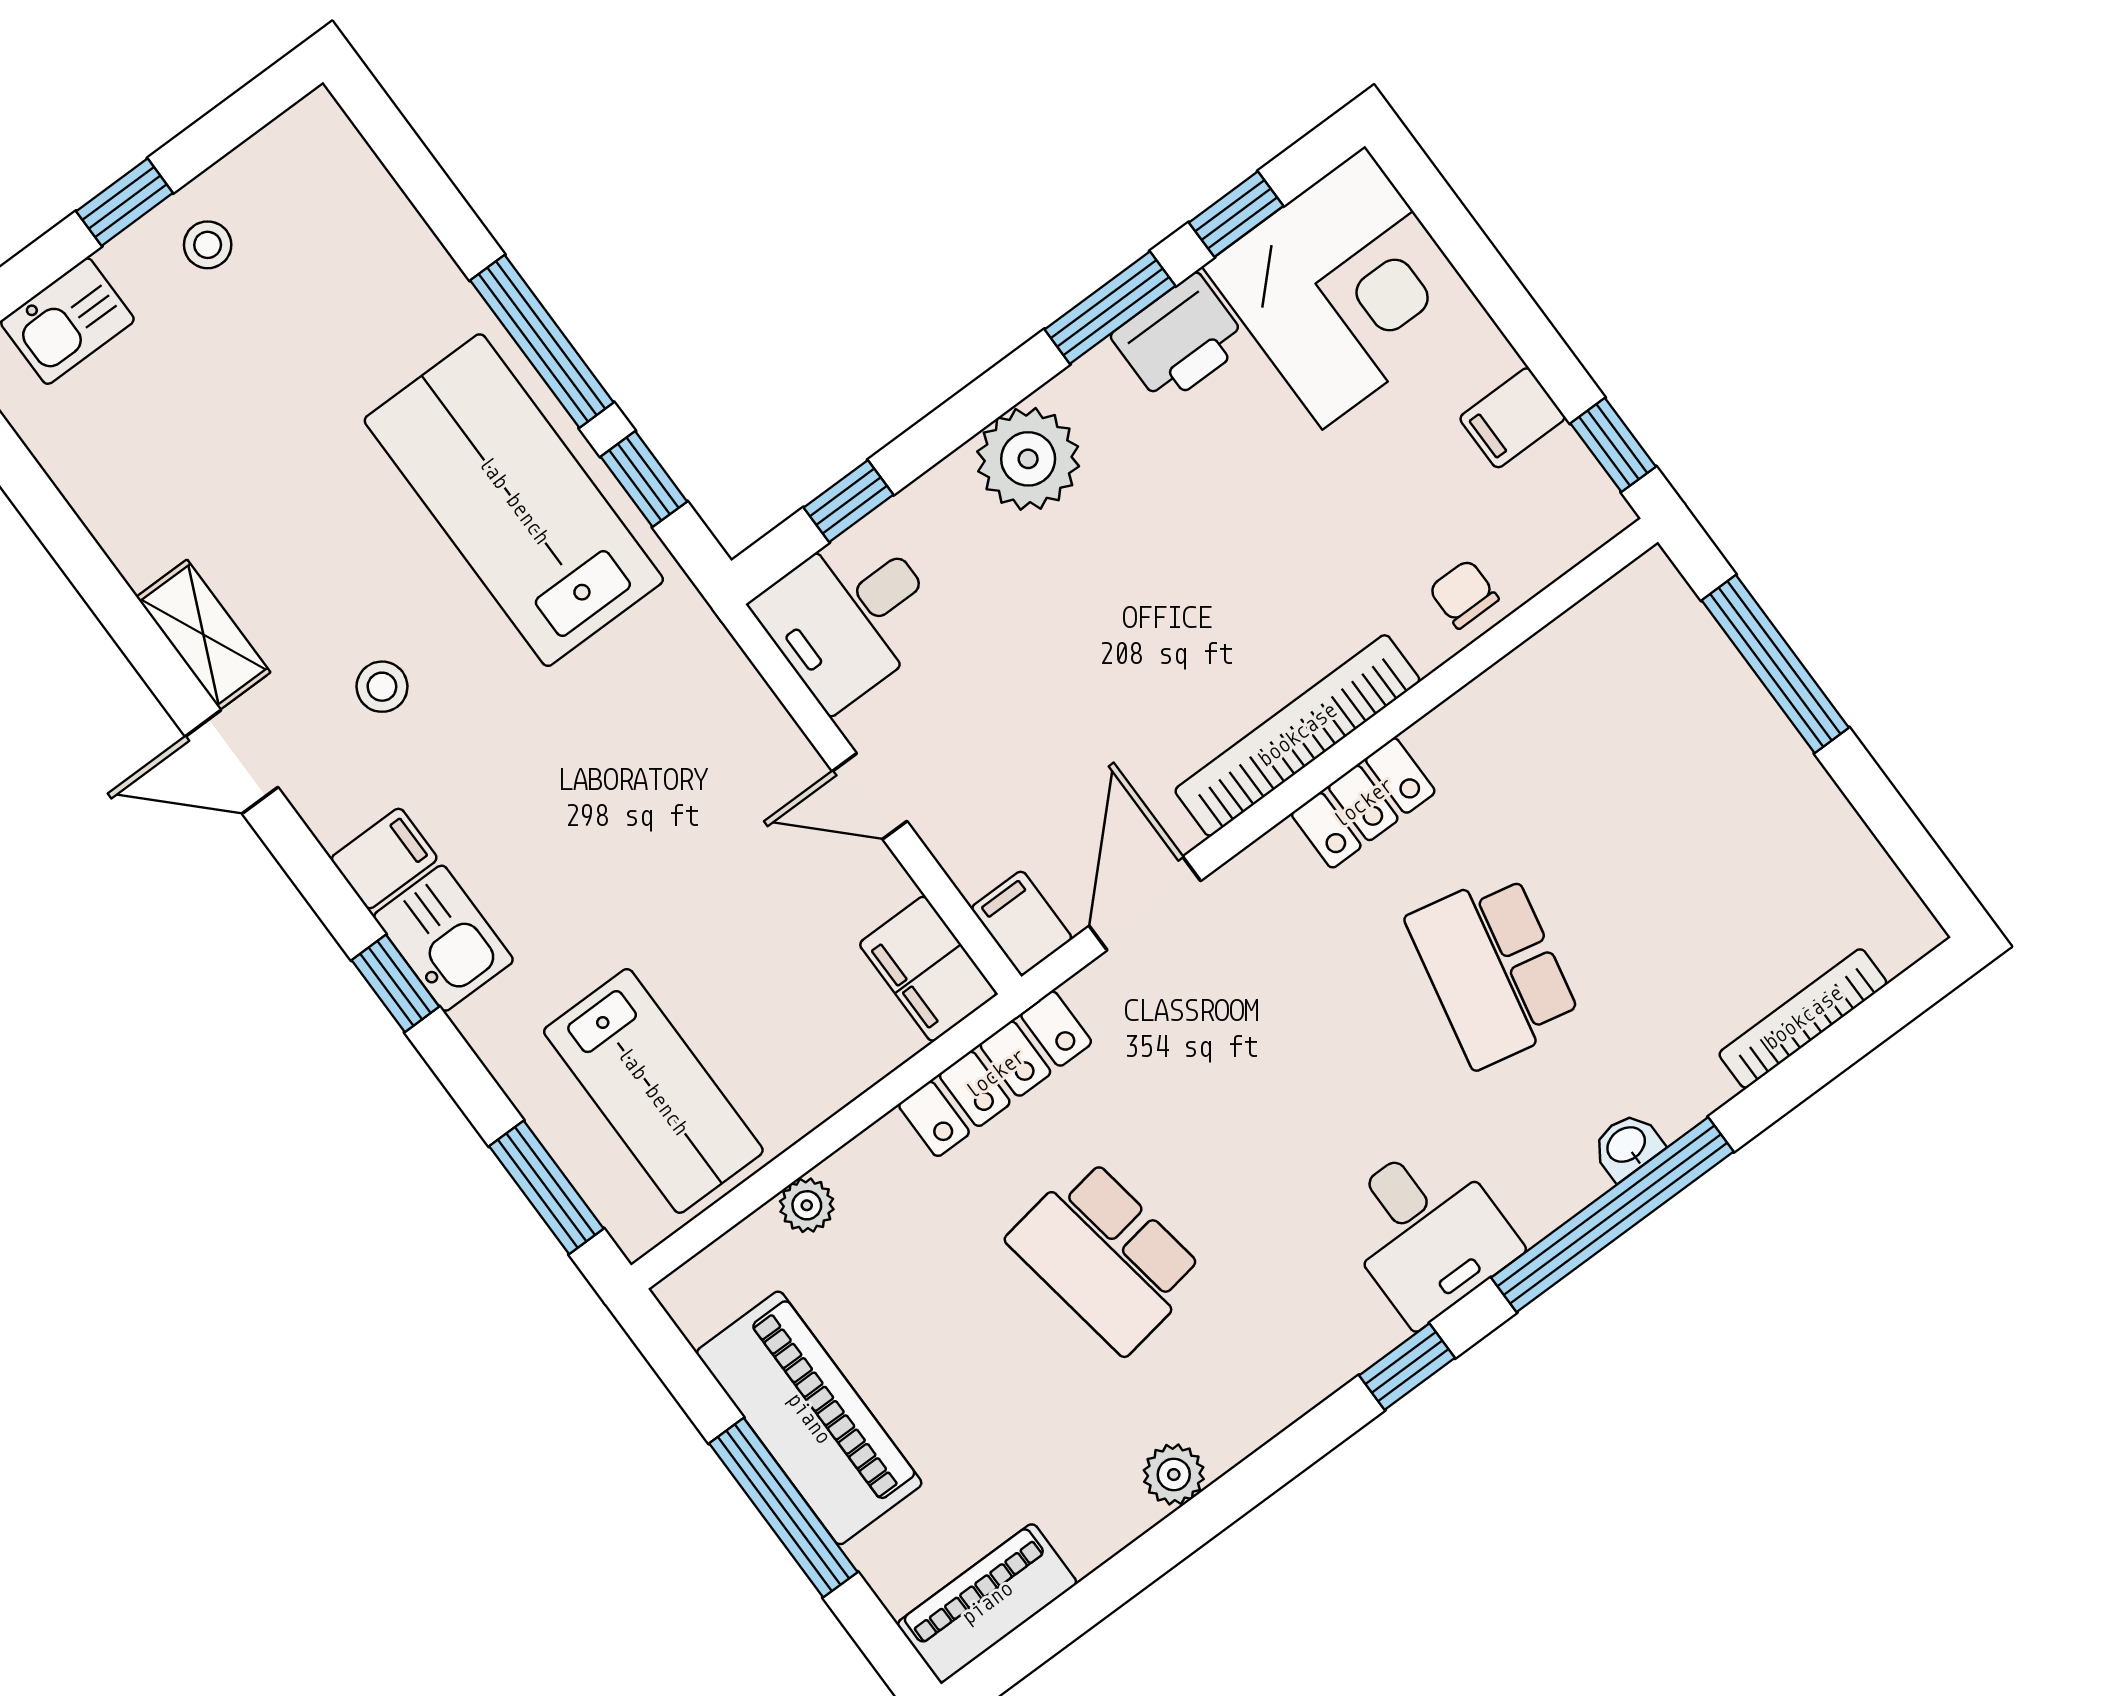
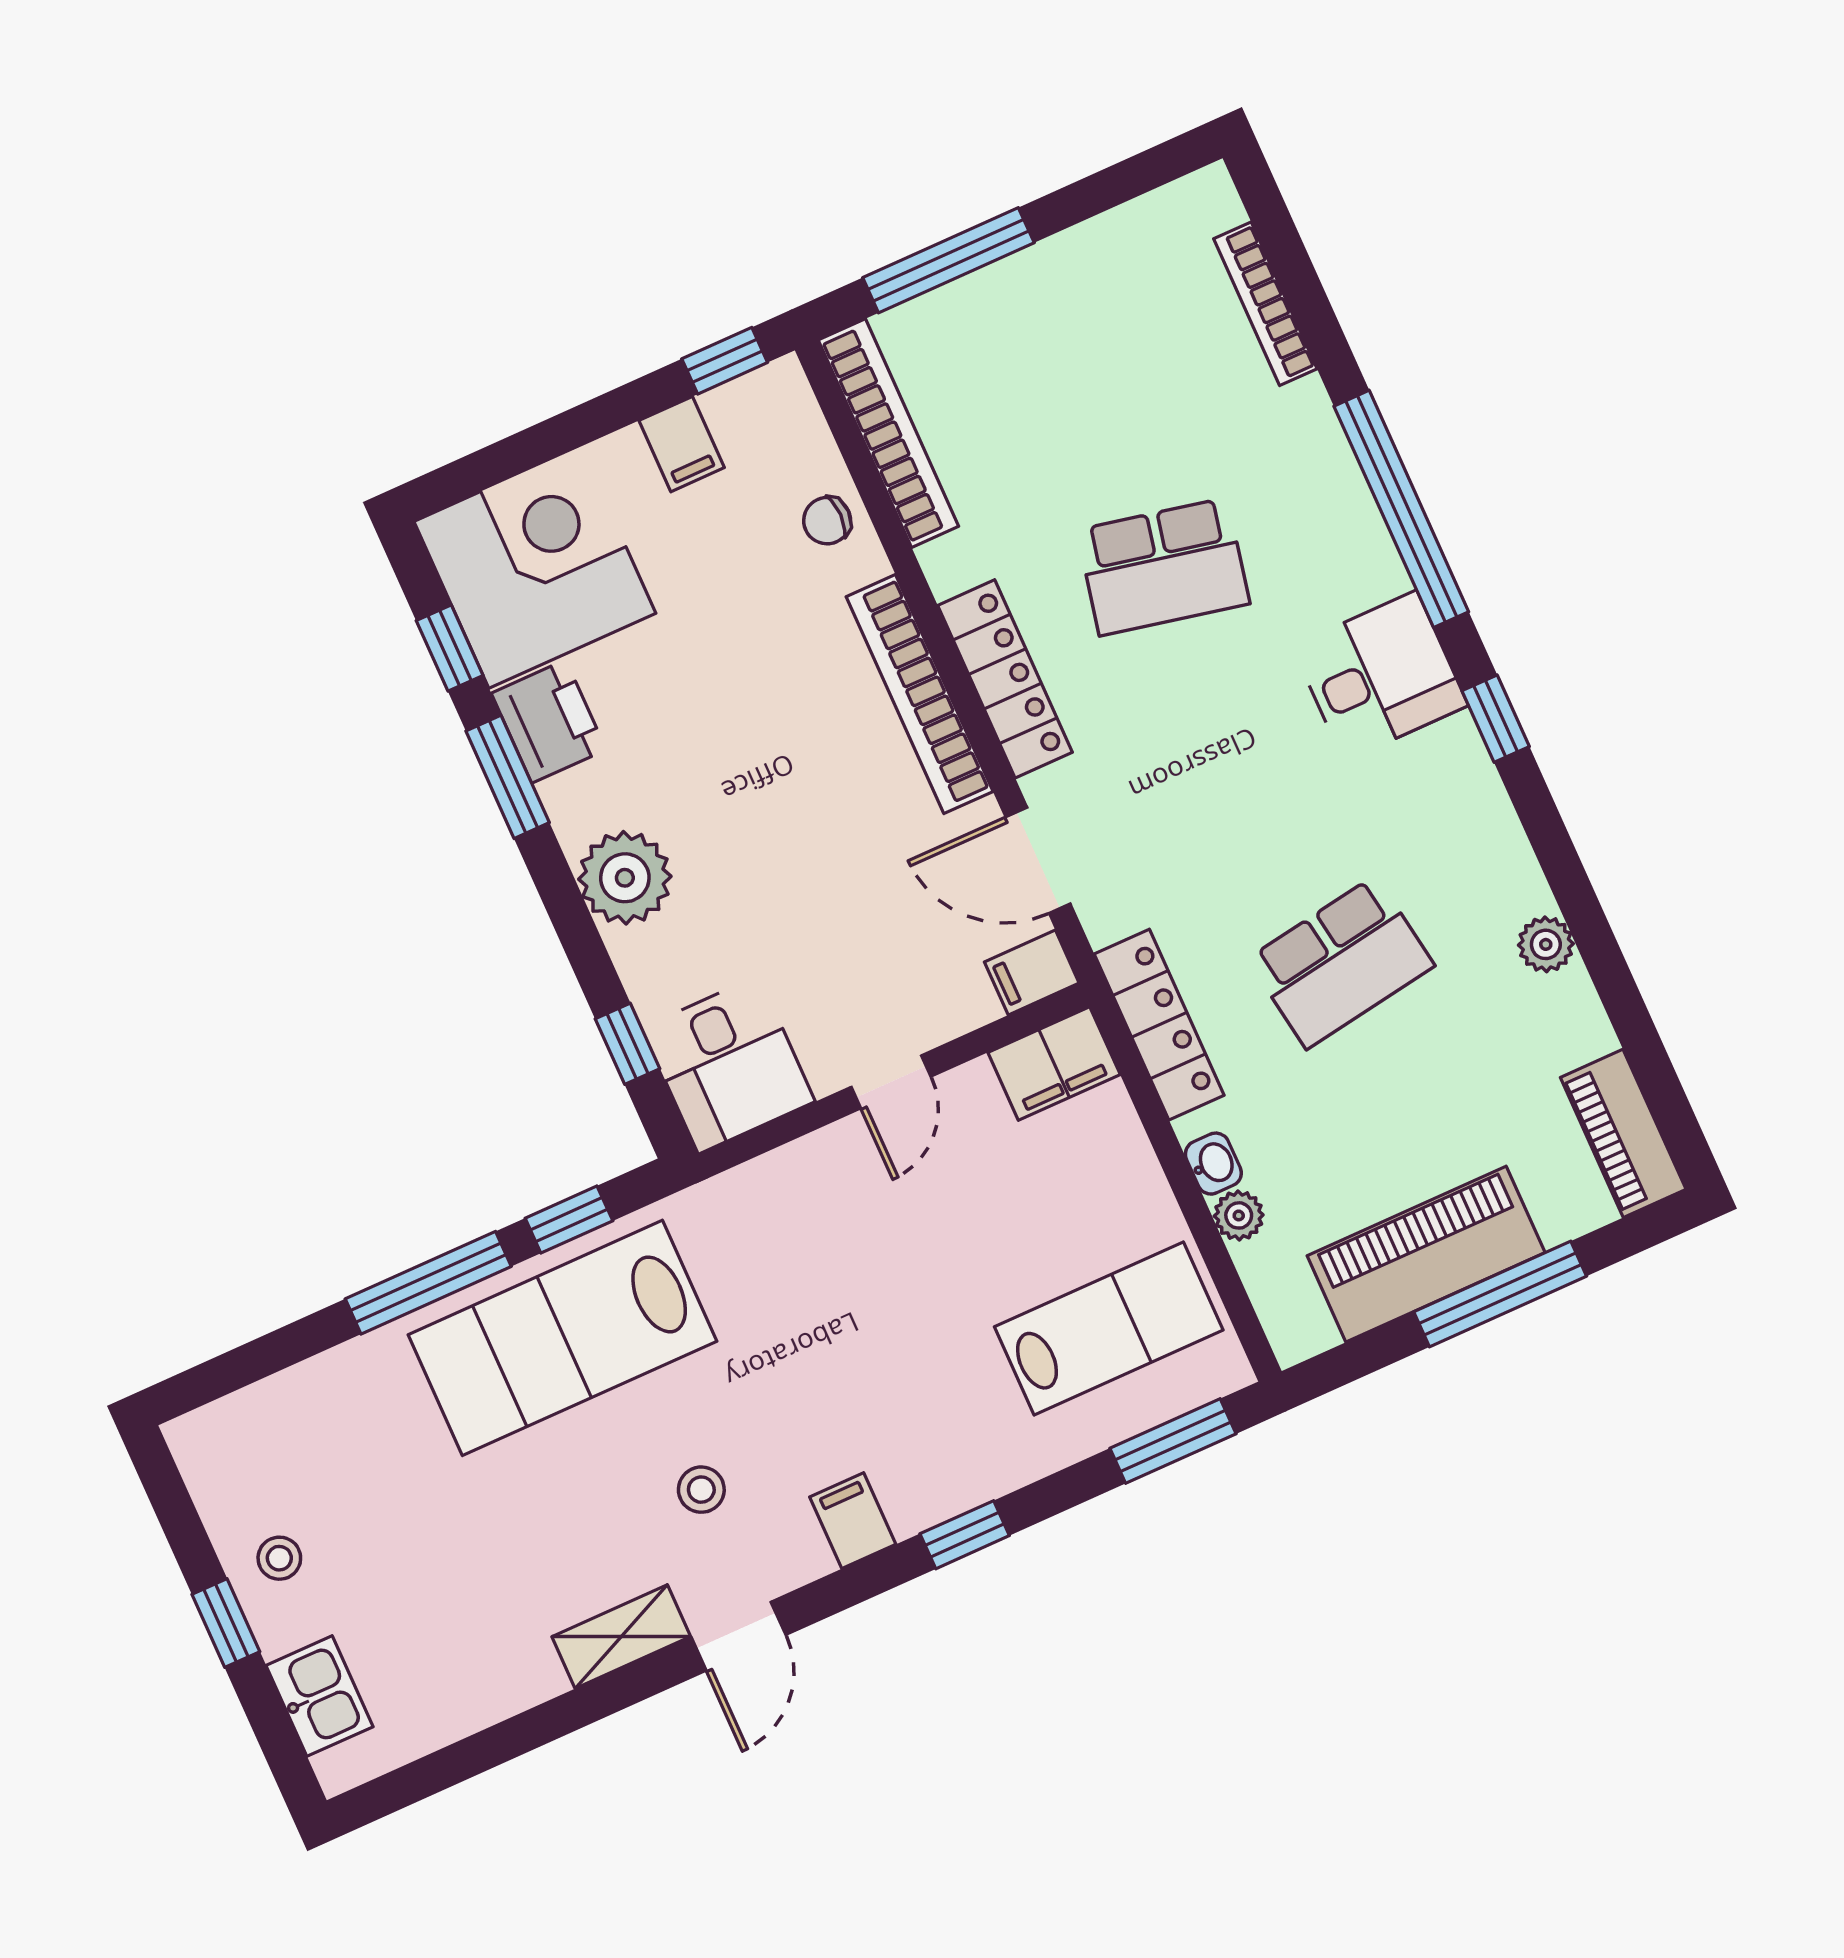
bookcase: (1573, 640) -> (888, 433), added
locker: (1363, 803) -> (1005, 679), width x1.53
kitchen sink: (443, 938) -> (934, 1484), removed
washbasin: (1627, 1146) -> (1213, 1164), moved, turned 180

